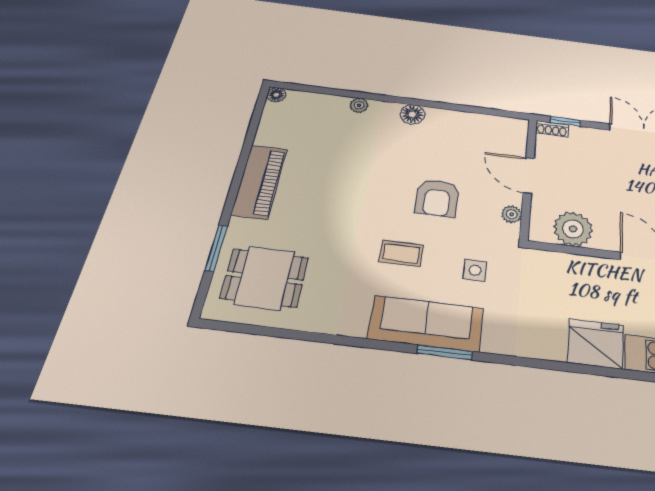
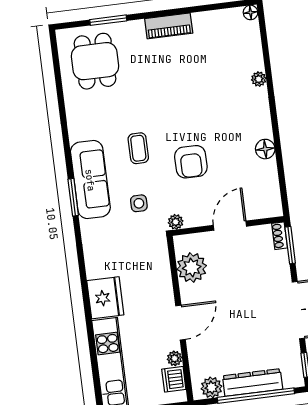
floor lamp: (412, 114) -> (265, 149), moved
window: (565, 121) -> (290, 245), width x1.50
piano: (259, 182) -> (169, 26), width x0.73, depth x0.75
armchair: (437, 198) -> (191, 162), turned -90
plant: (512, 214) -> (176, 222), moved

